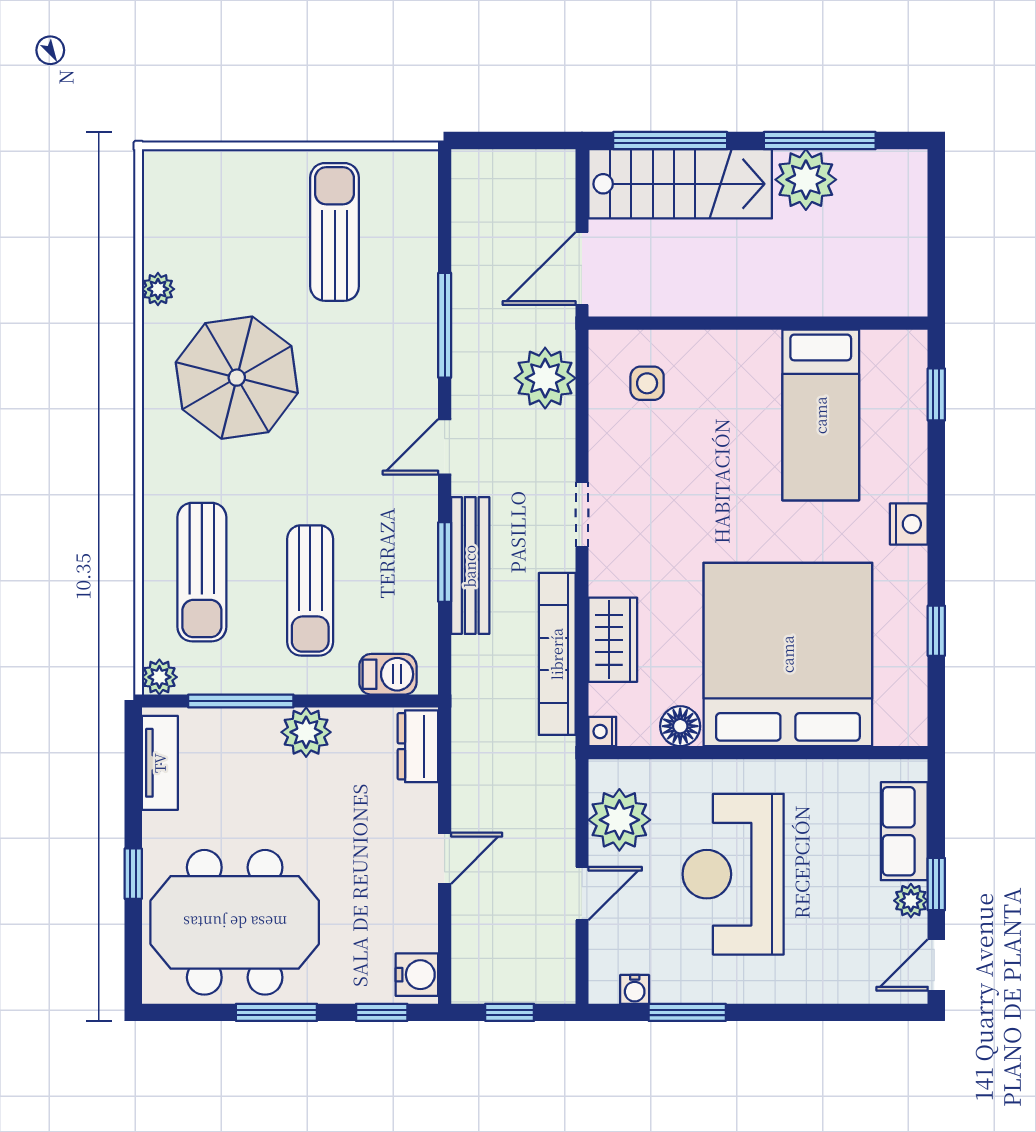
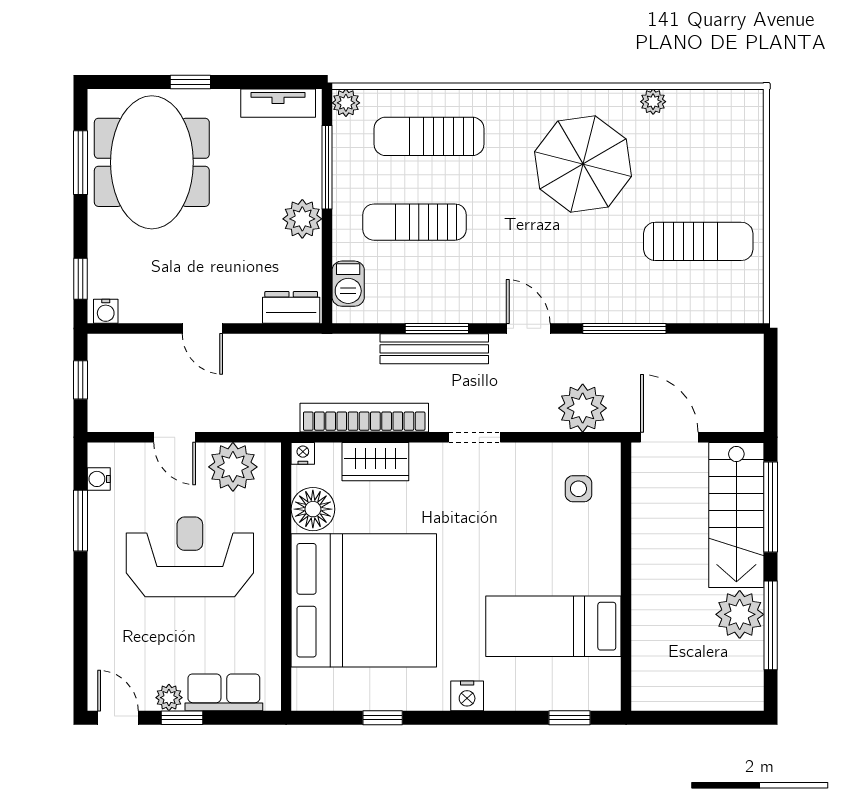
floor lamp: (680, 726) -> (313, 509), width x1.38, depth x1.38
water cooler: (417, 975) -> (106, 311), width x0.72, depth x0.72
window: (276, 1012) -> (80, 163), moved

